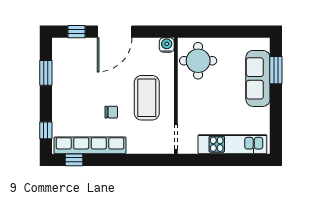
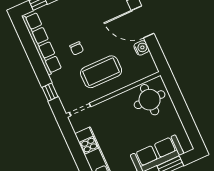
water cooler: (167, 45) -> (141, 48), moved
window: (74, 160) -> (50, 92), moved

